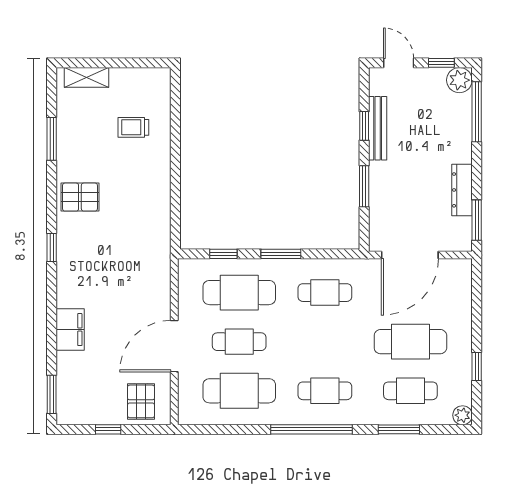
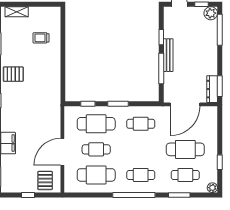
bench: (378, 128) -> (168, 55), moved
window: (364, 186) -> (161, 68), width x1.44
dresser: (462, 190) -> (212, 89), moved

